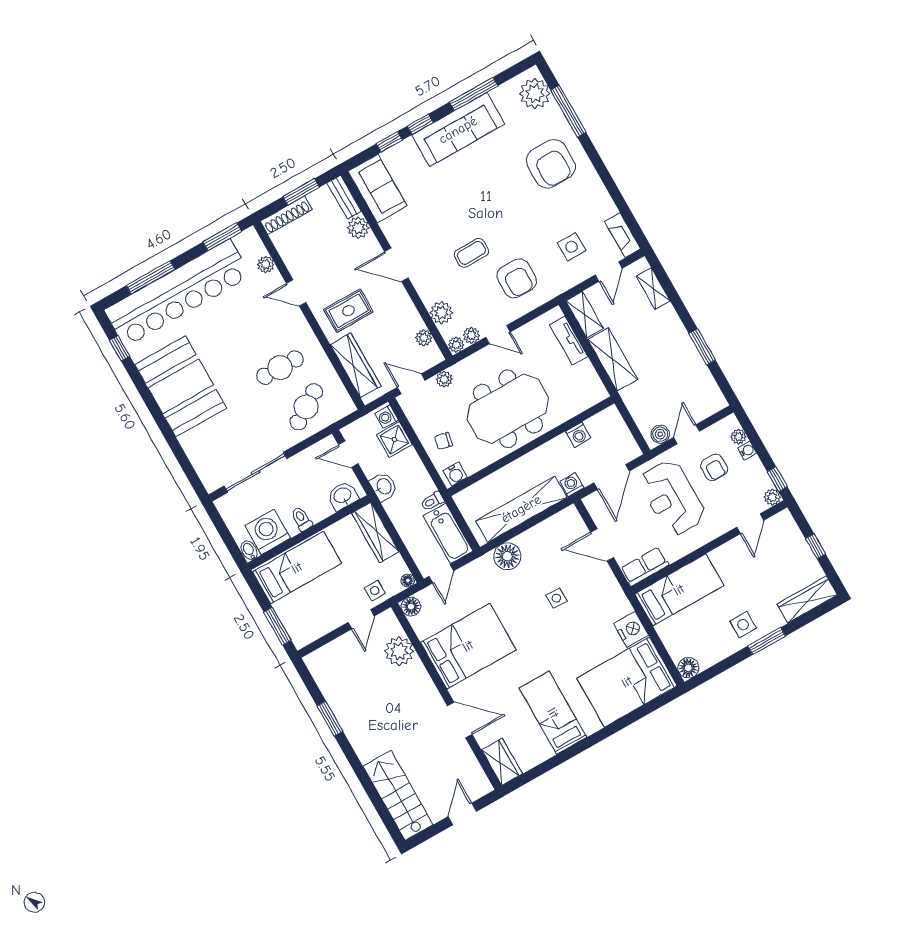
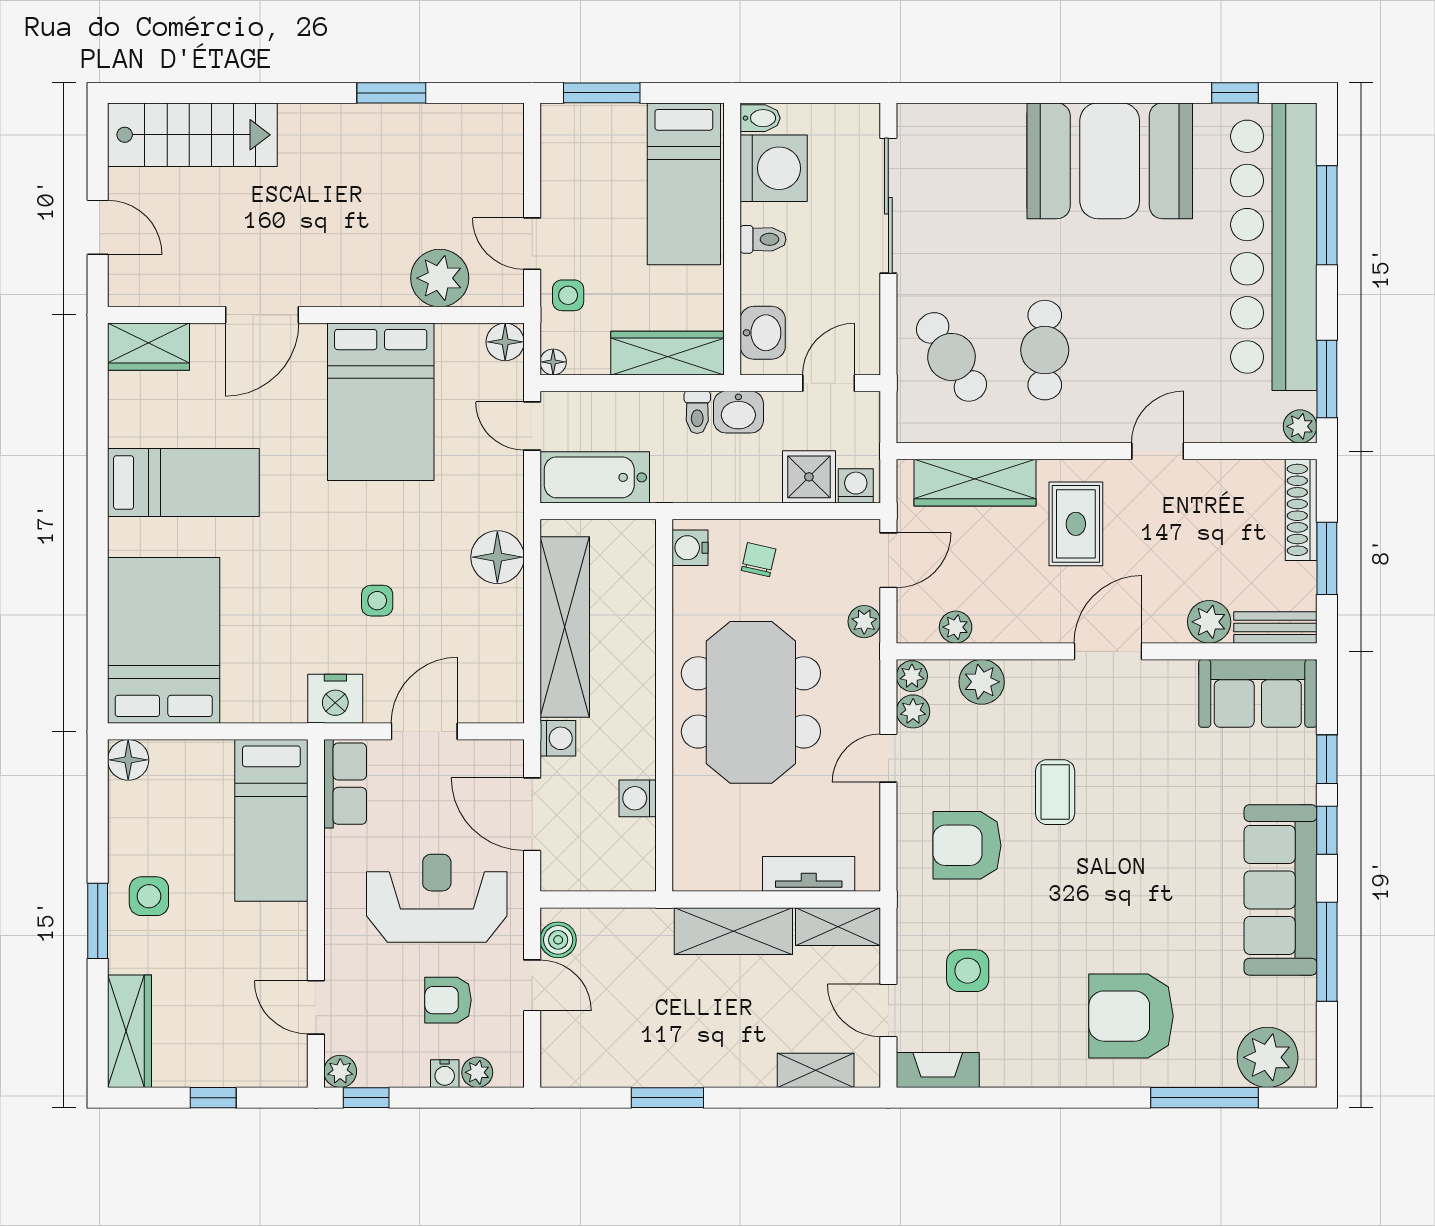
plant: (266, 265) -> (1300, 426), moved
toilet: (432, 501) -> (697, 412), moved, turned 180
nightstand: (631, 629) -> (335, 699), moved

